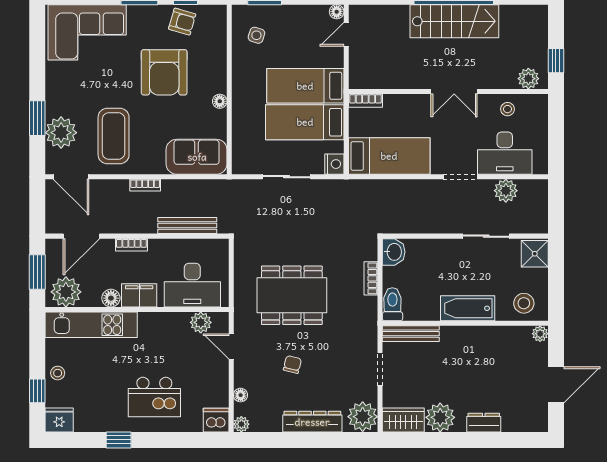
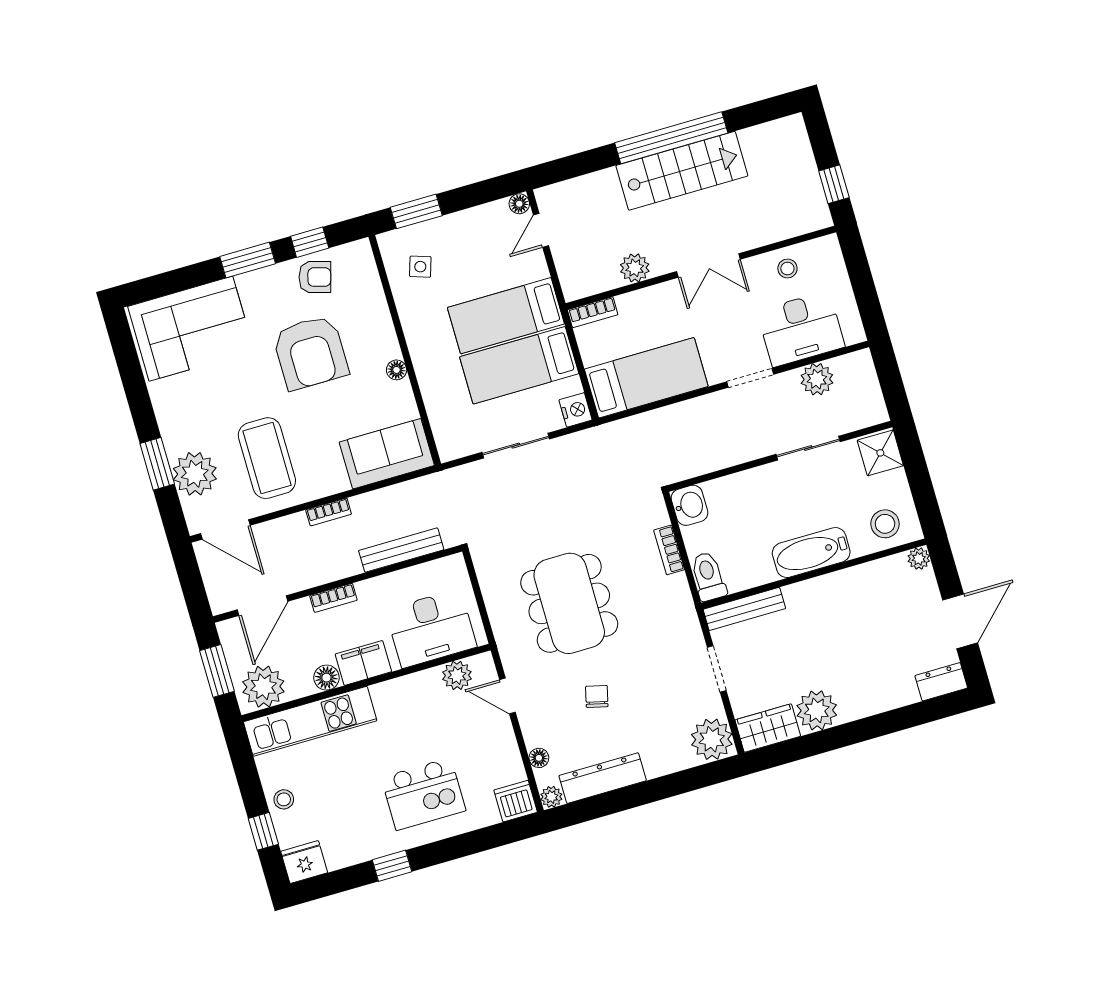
plant: (528, 79) -> (635, 268), moved
dining table: (292, 295) -> (569, 603), turned 90
dresser: (312, 422) -> (603, 778), moved
dresser: (484, 423) -> (941, 682), moved

